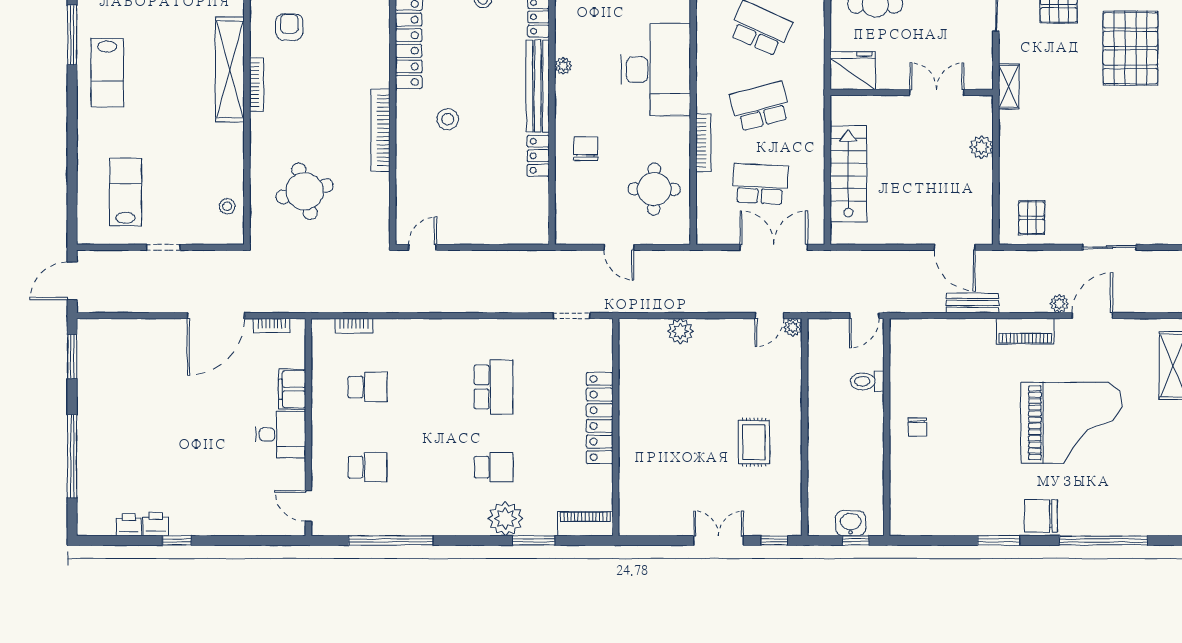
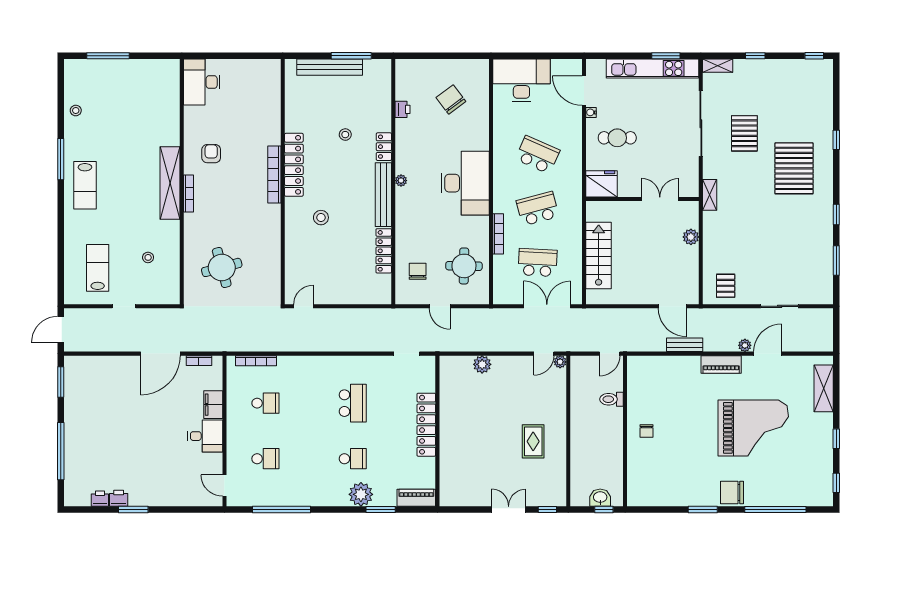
bookcase: (381, 130) -> (274, 174), moved
chair: (586, 149) -> (418, 271), moved
locker: (538, 156) -> (384, 251), width x1.53
stool: (227, 206) -> (148, 257), moved
bookcase: (354, 326) -> (256, 361), width x1.56
window: (177, 540) -> (133, 509), width x1.50

